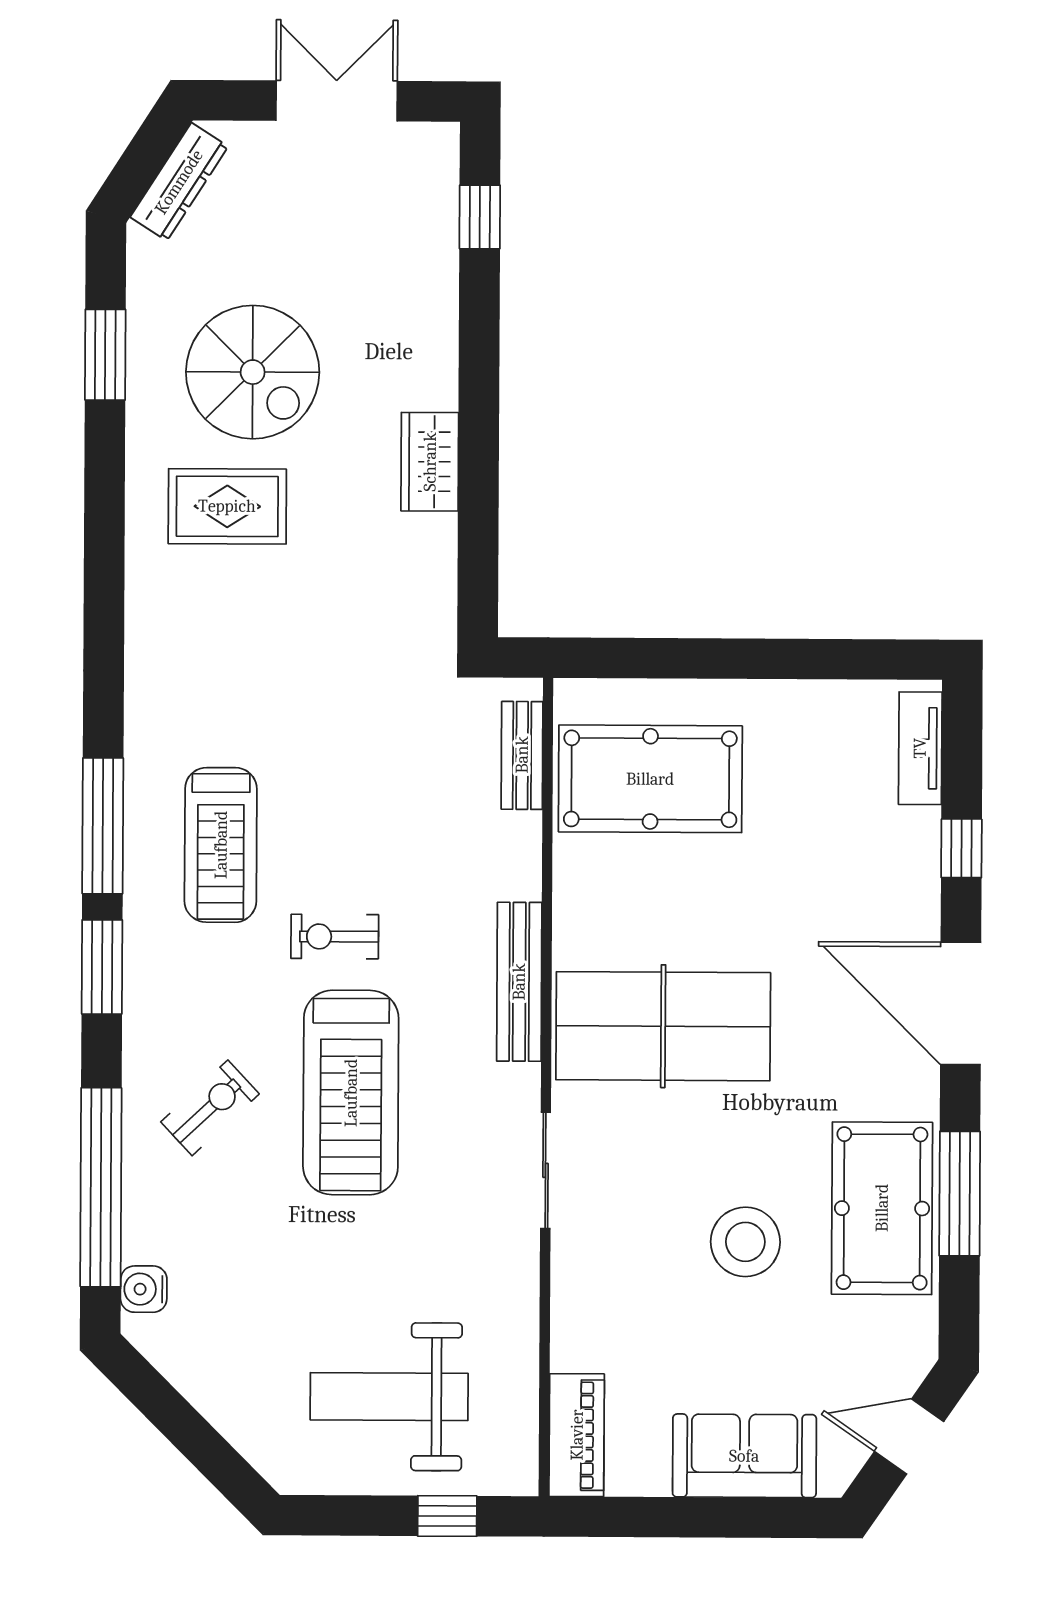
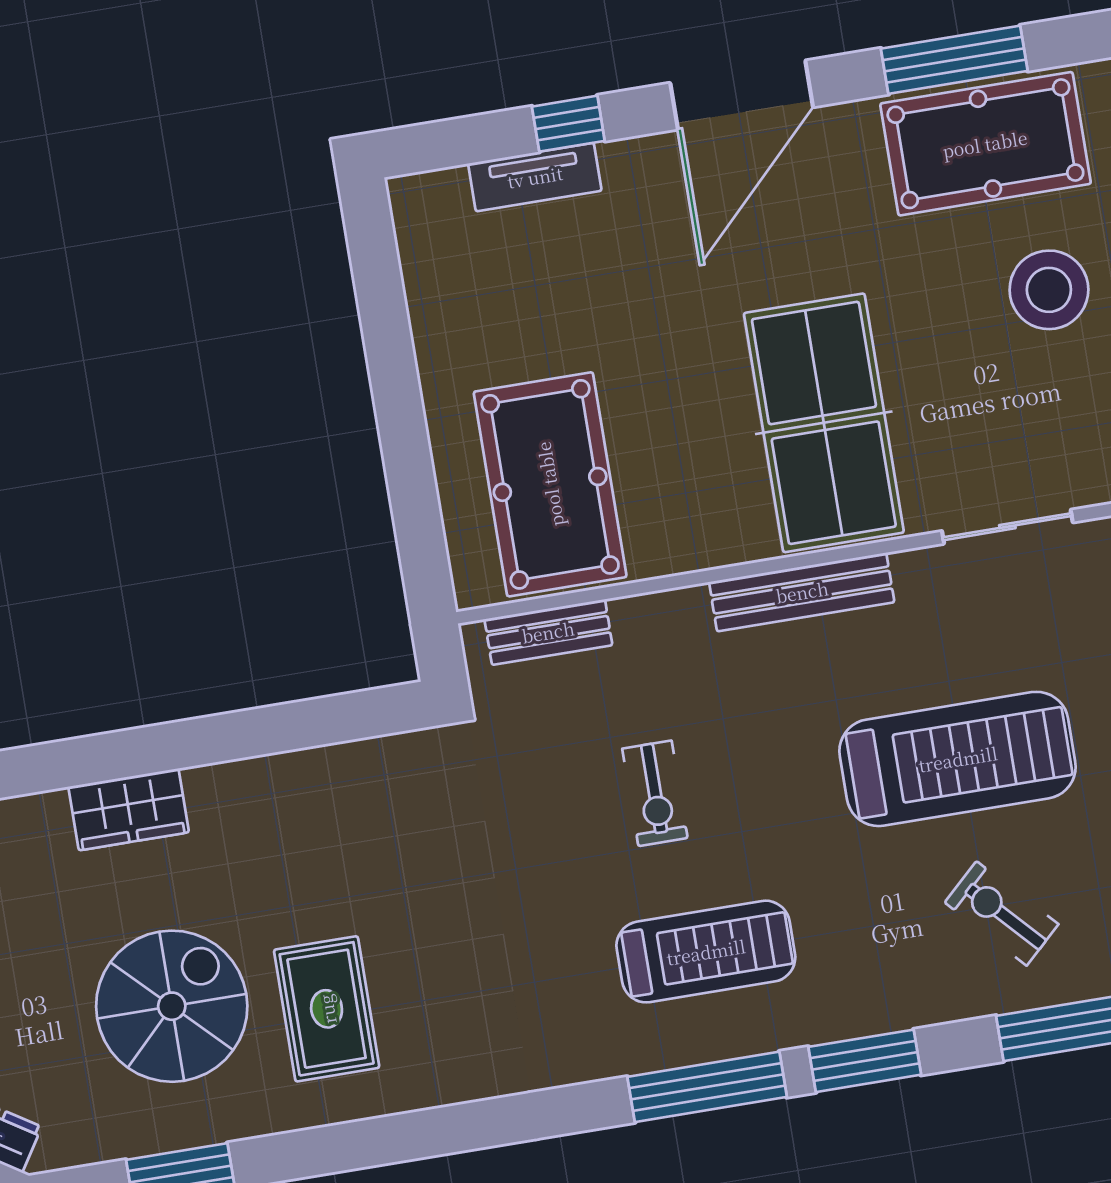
wardrobe: (430, 462) -> (129, 809), moved
tv unit: (920, 748) -> (535, 177), moved
exercise bike: (335, 937) -> (655, 793), moved

